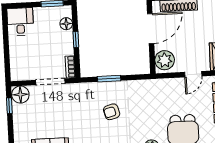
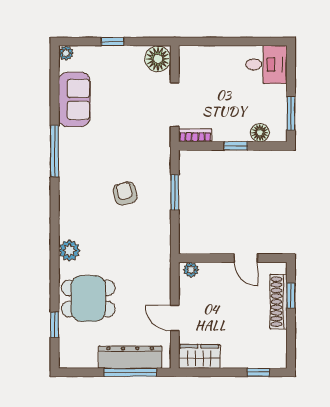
door: (151, 29) -> (246, 258), width x0.53
plant: (165, 60) -> (191, 270), width x0.53, depth x0.53
window: (9, 106) -> (113, 42), moved

